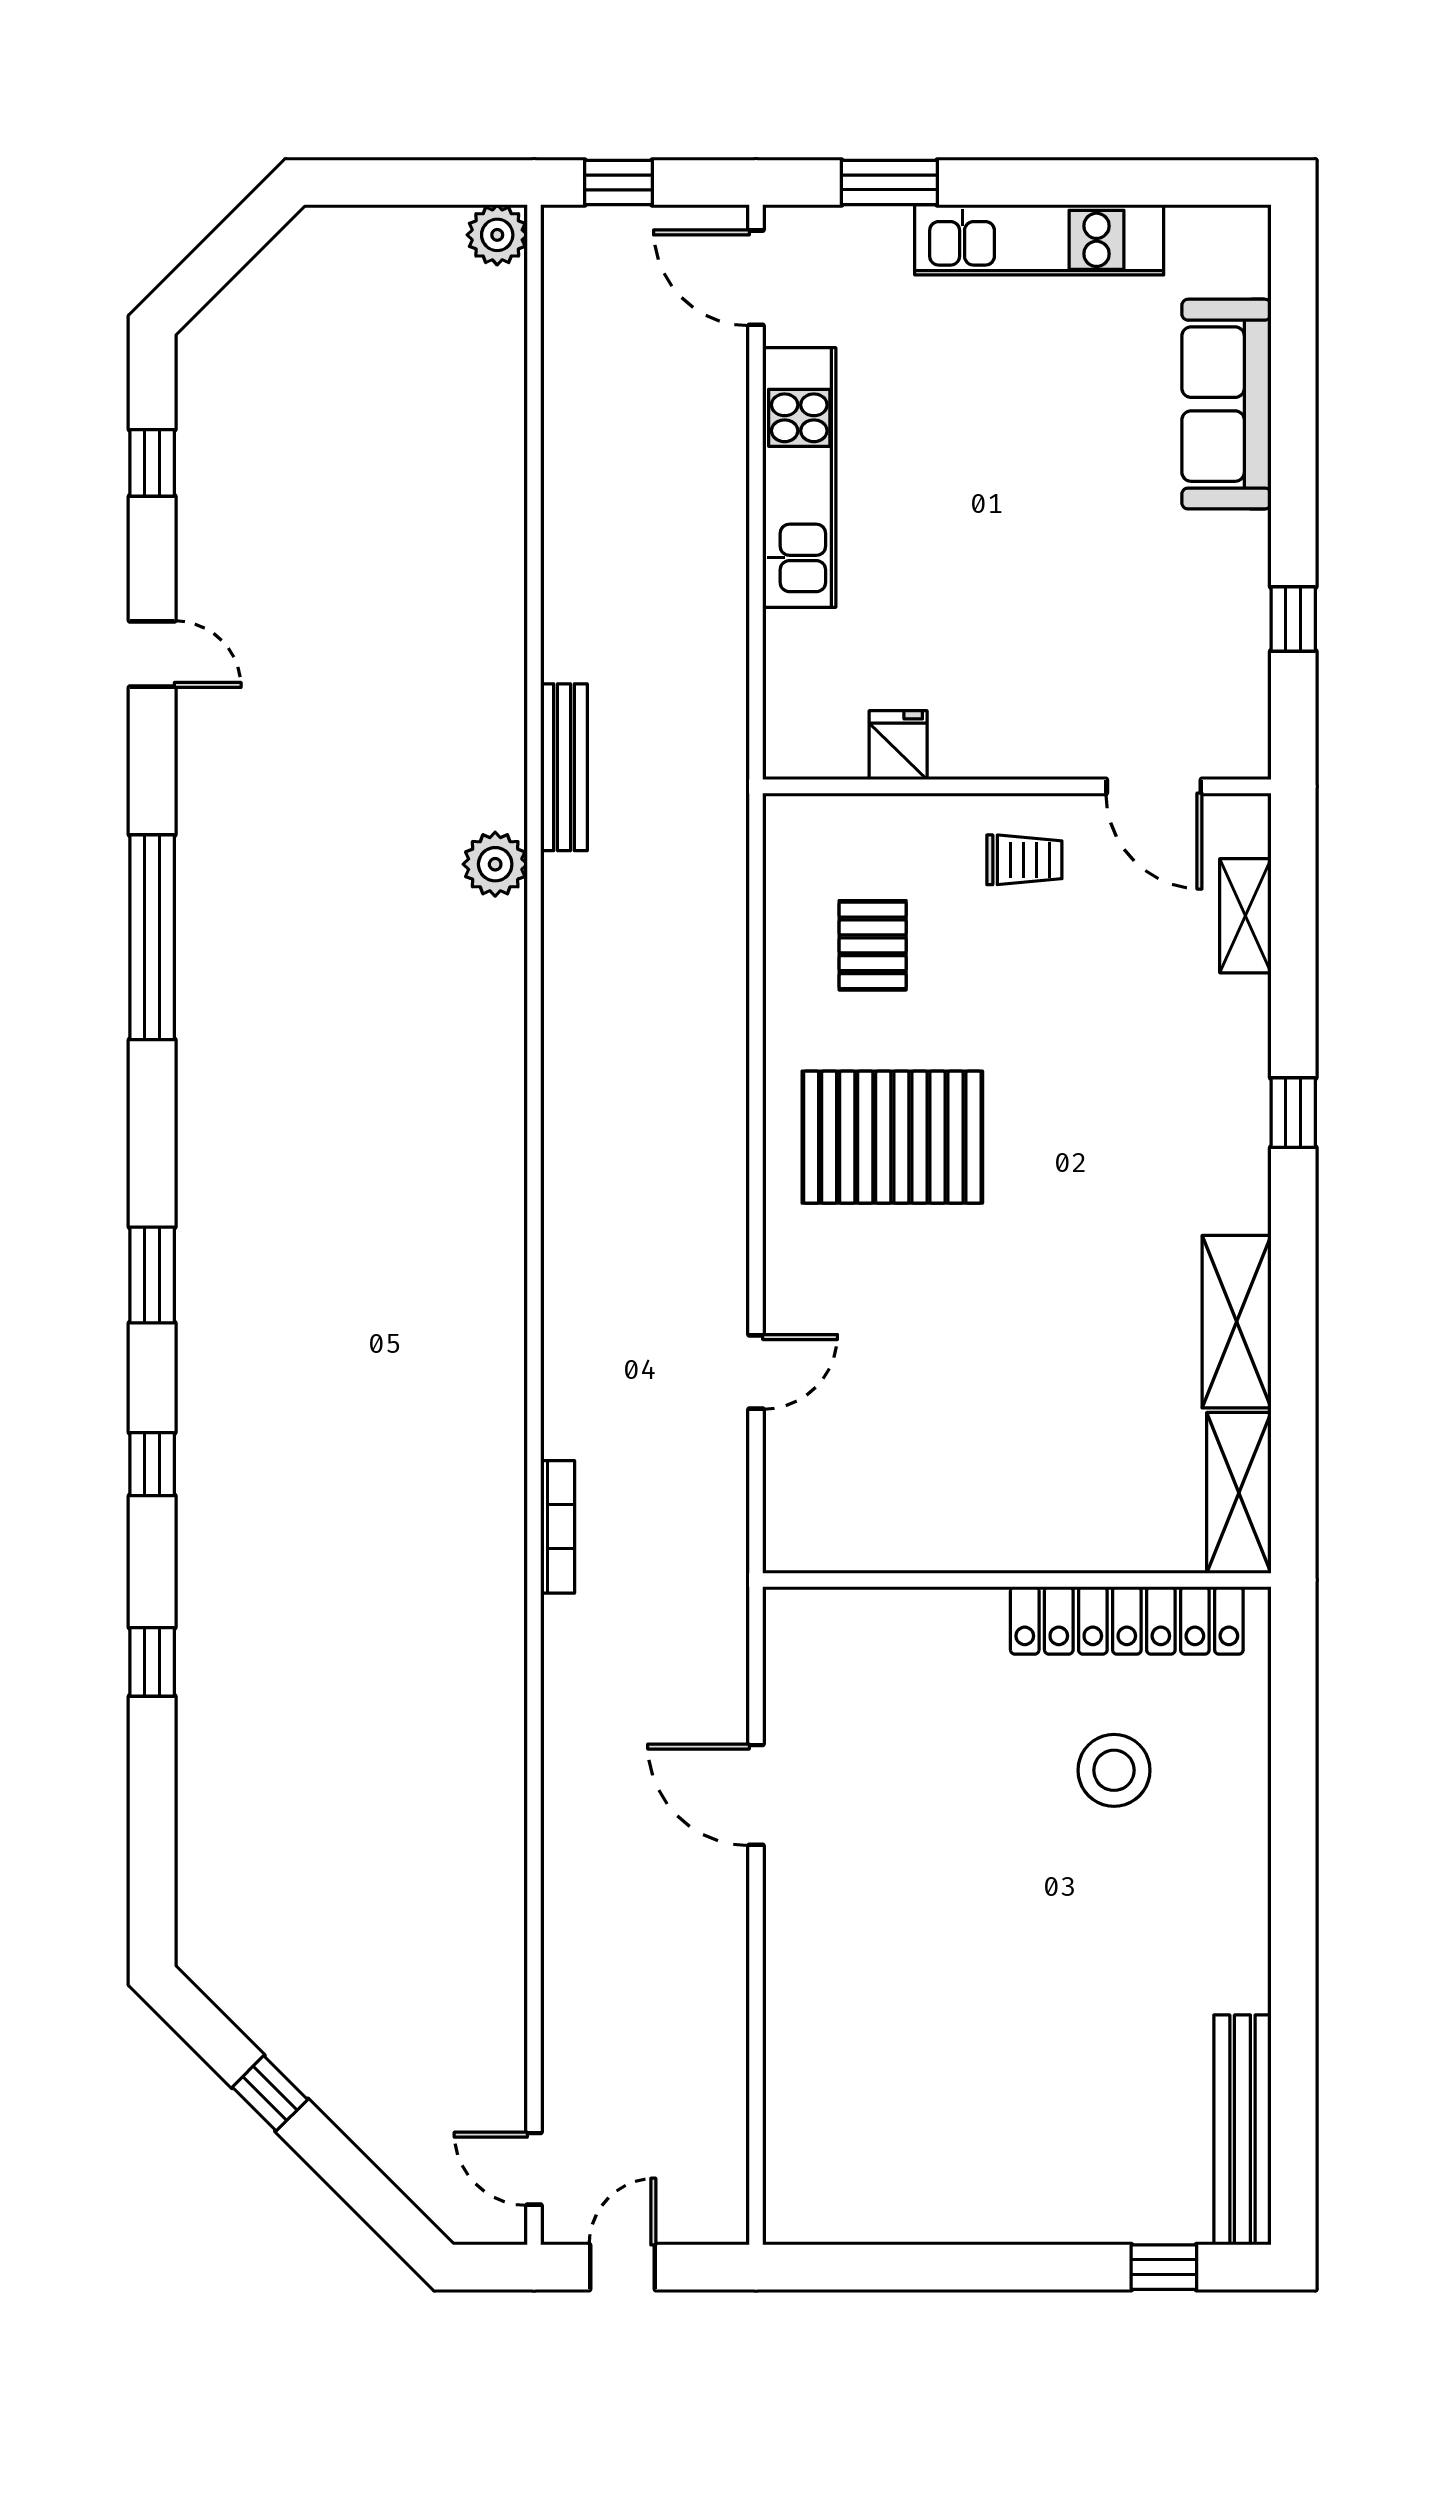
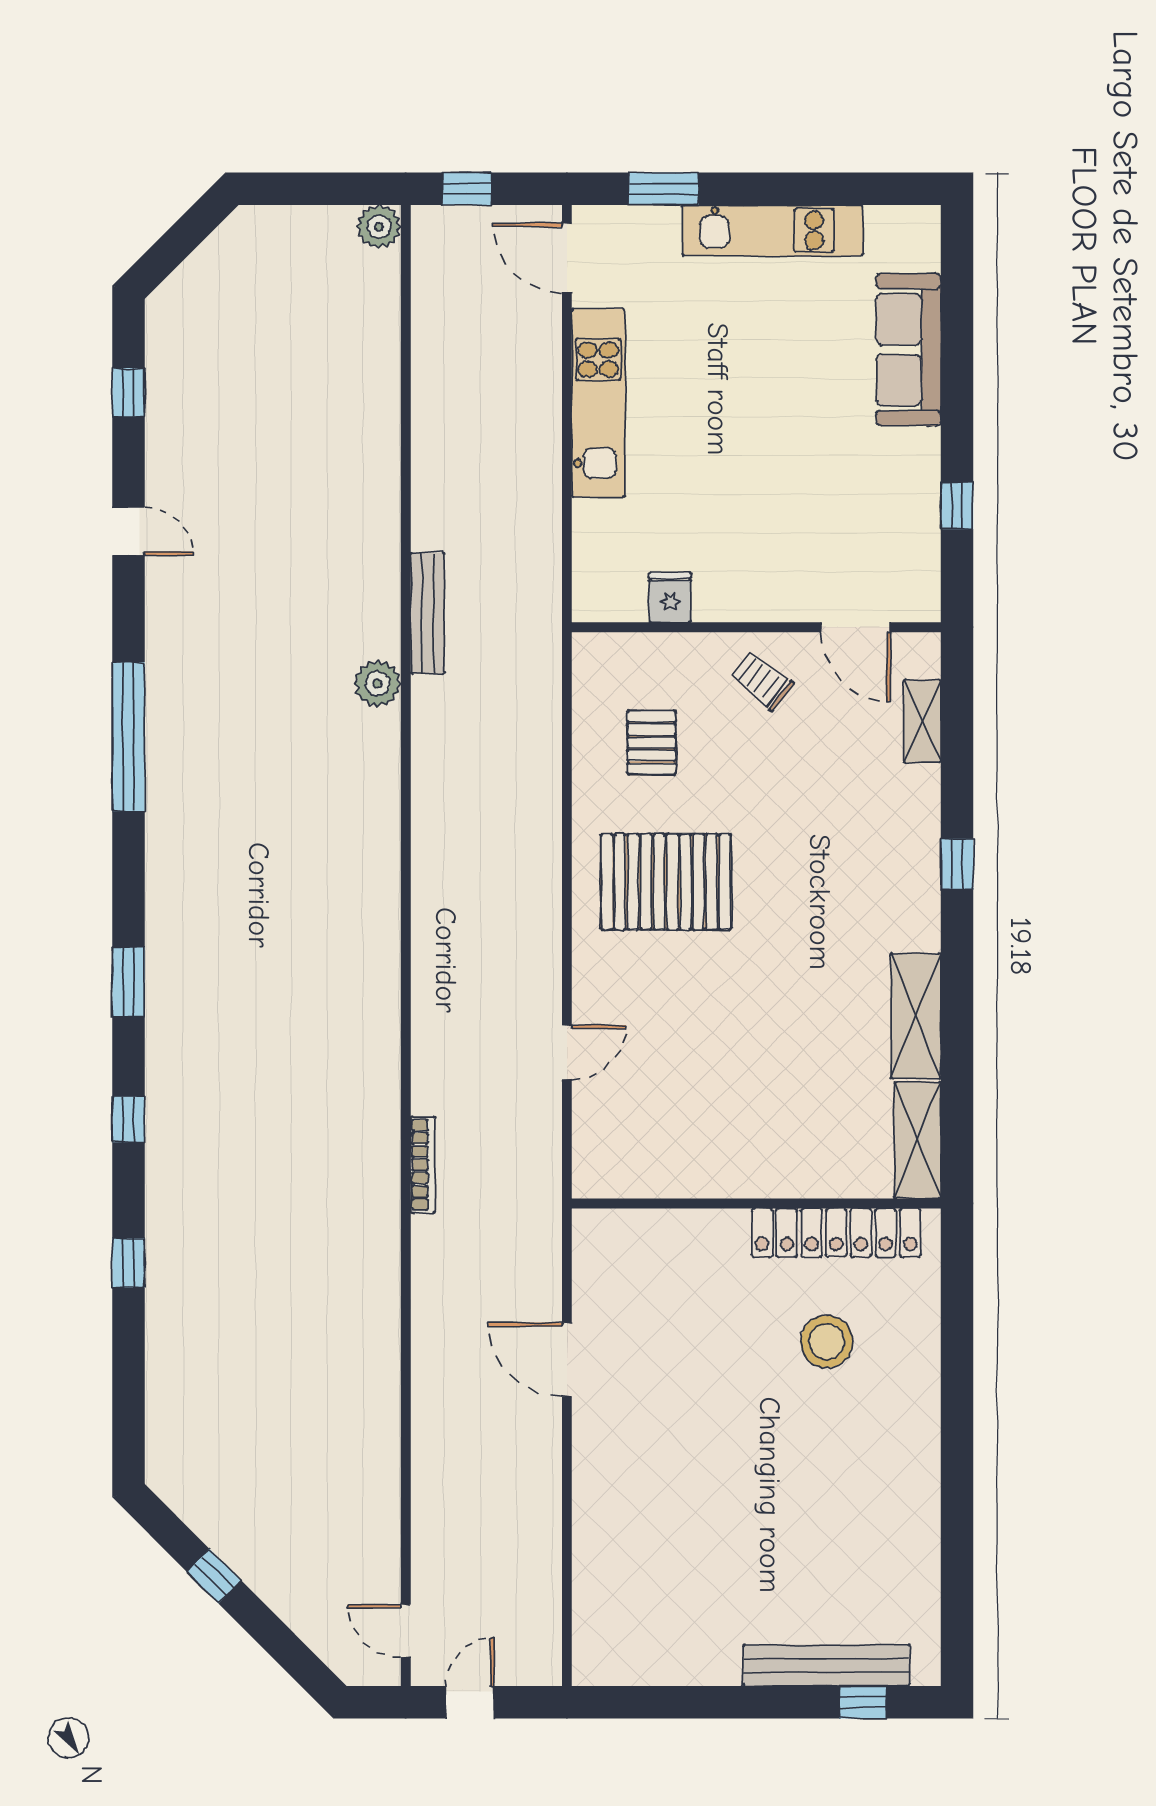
trolley: (1024, 860) -> (762, 681), turned -142
bench: (1242, 2130) -> (826, 1665), moved, turned 90

